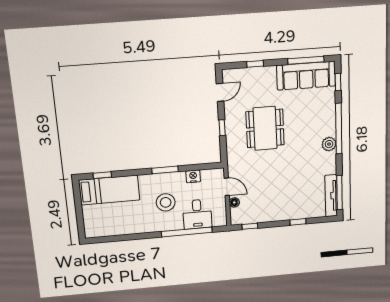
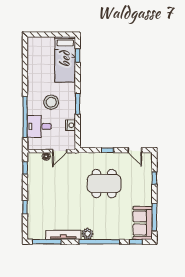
sofa: (306, 76) -> (143, 223), width x0.73
tv unit: (331, 196) -> (63, 235), moved

